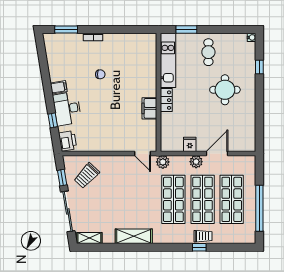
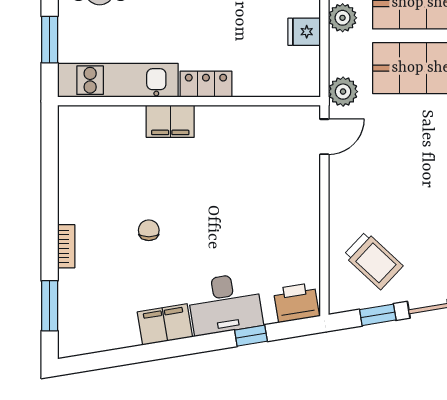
filing cabinet: (59, 87) -> (165, 324), width x2.00
filing cabinet: (149, 108) -> (170, 121), moved

